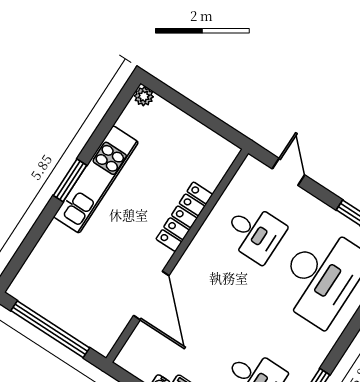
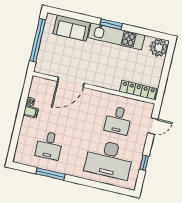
plant: (144, 96) -> (159, 48), width x1.87, depth x1.87
locker: (184, 217) -> (138, 90), moved
sofa: (50, 257) -> (72, 28), added

